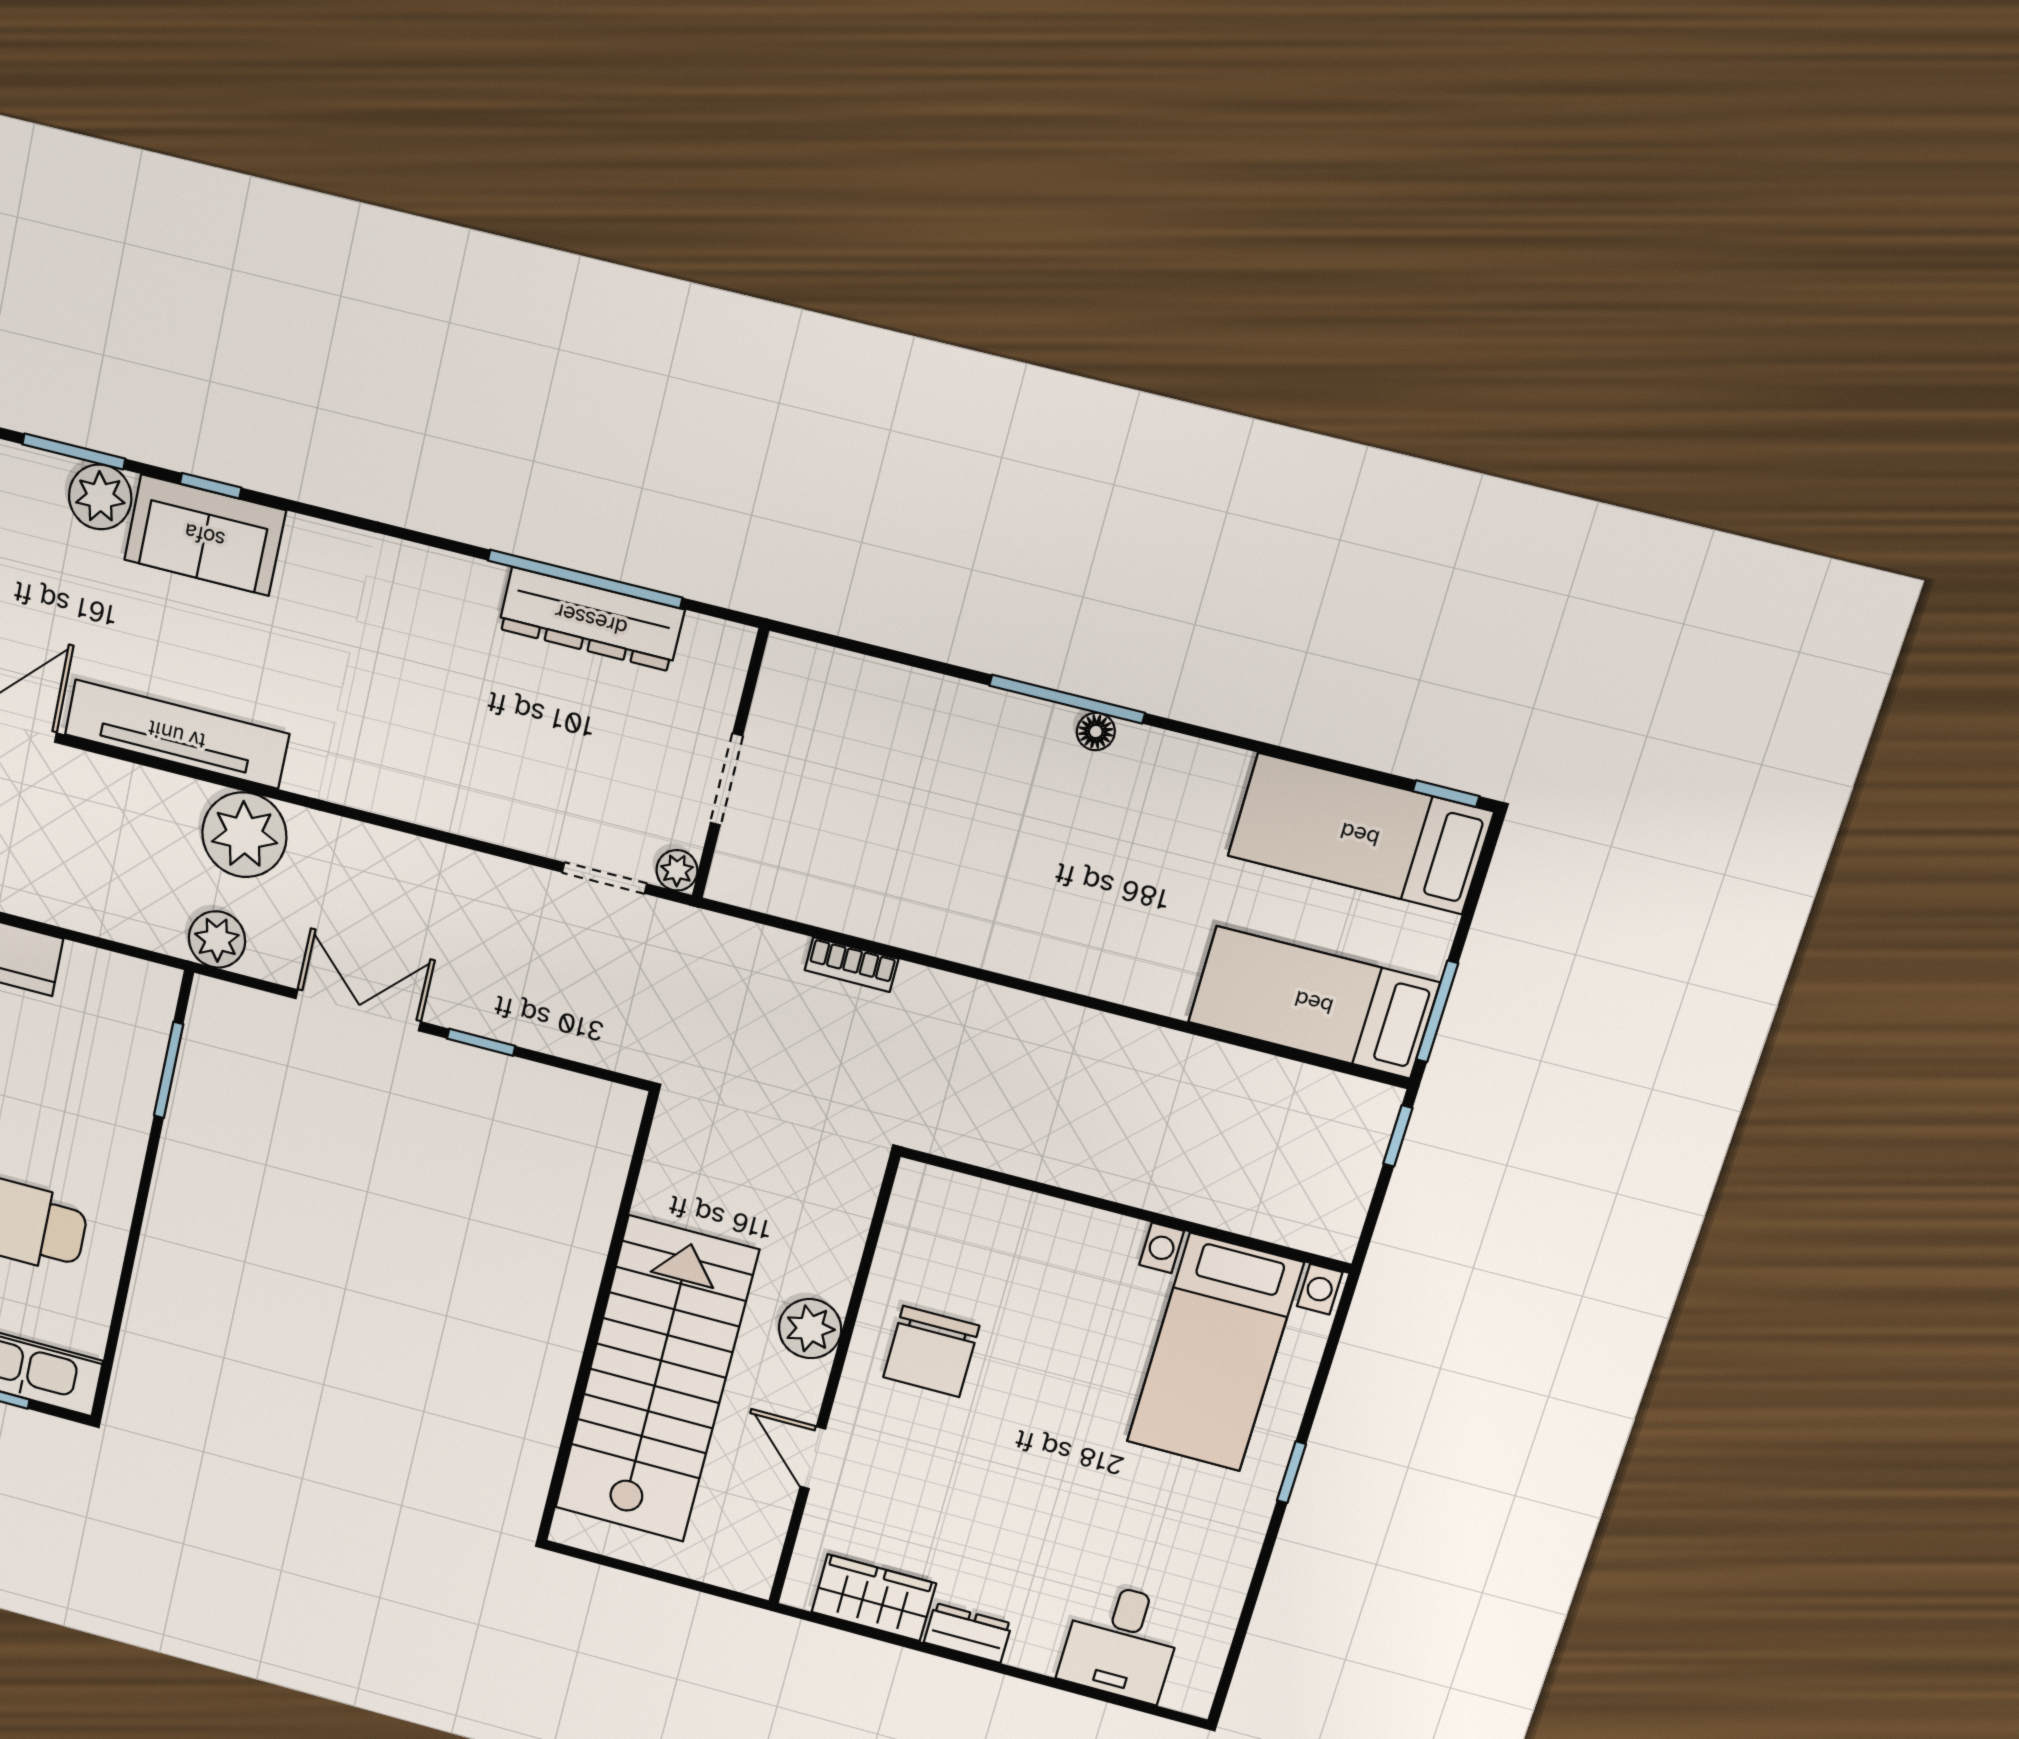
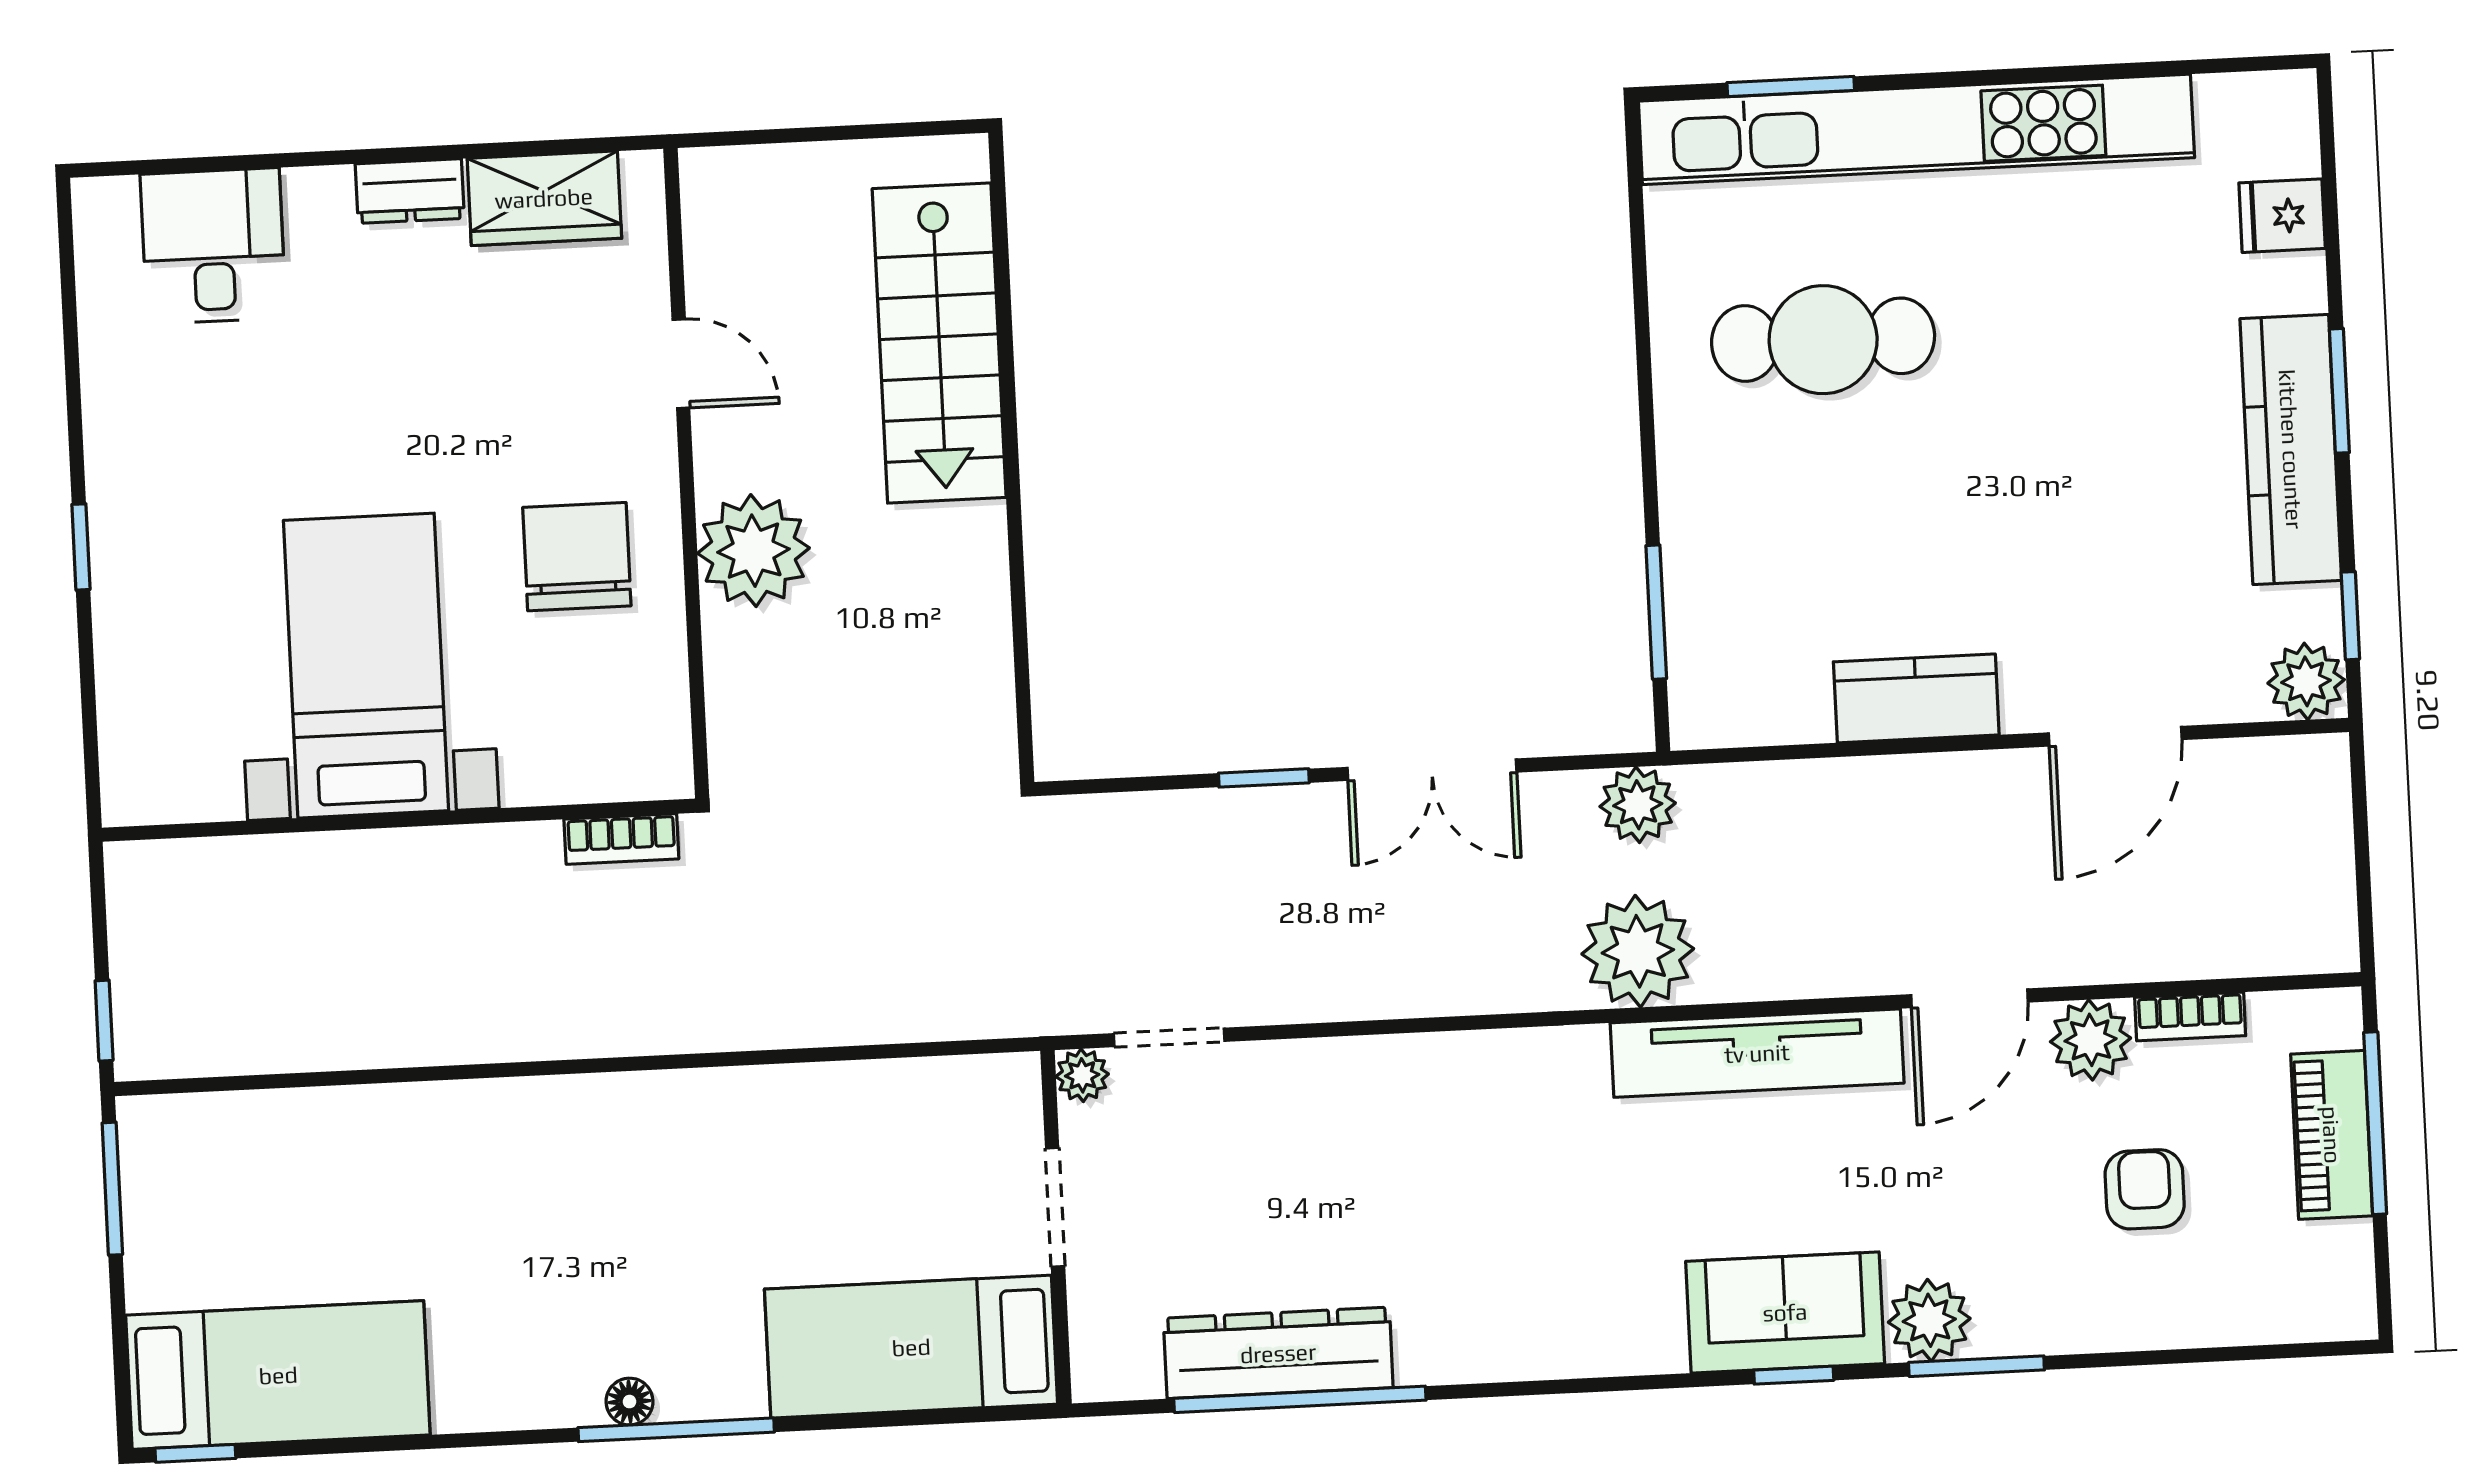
bookcase: (852, 965) -> (621, 839), moved, turned 180
bed: (1314, 1002) -> (911, 1347), moved, turned 180
plant: (810, 1329) -> (753, 551), width x1.36, depth x1.36
bed with nightstands: (1215, 1353) -> (366, 666), moved
stairs: (656, 1380) -> (939, 343), width x0.73, depth x0.66

